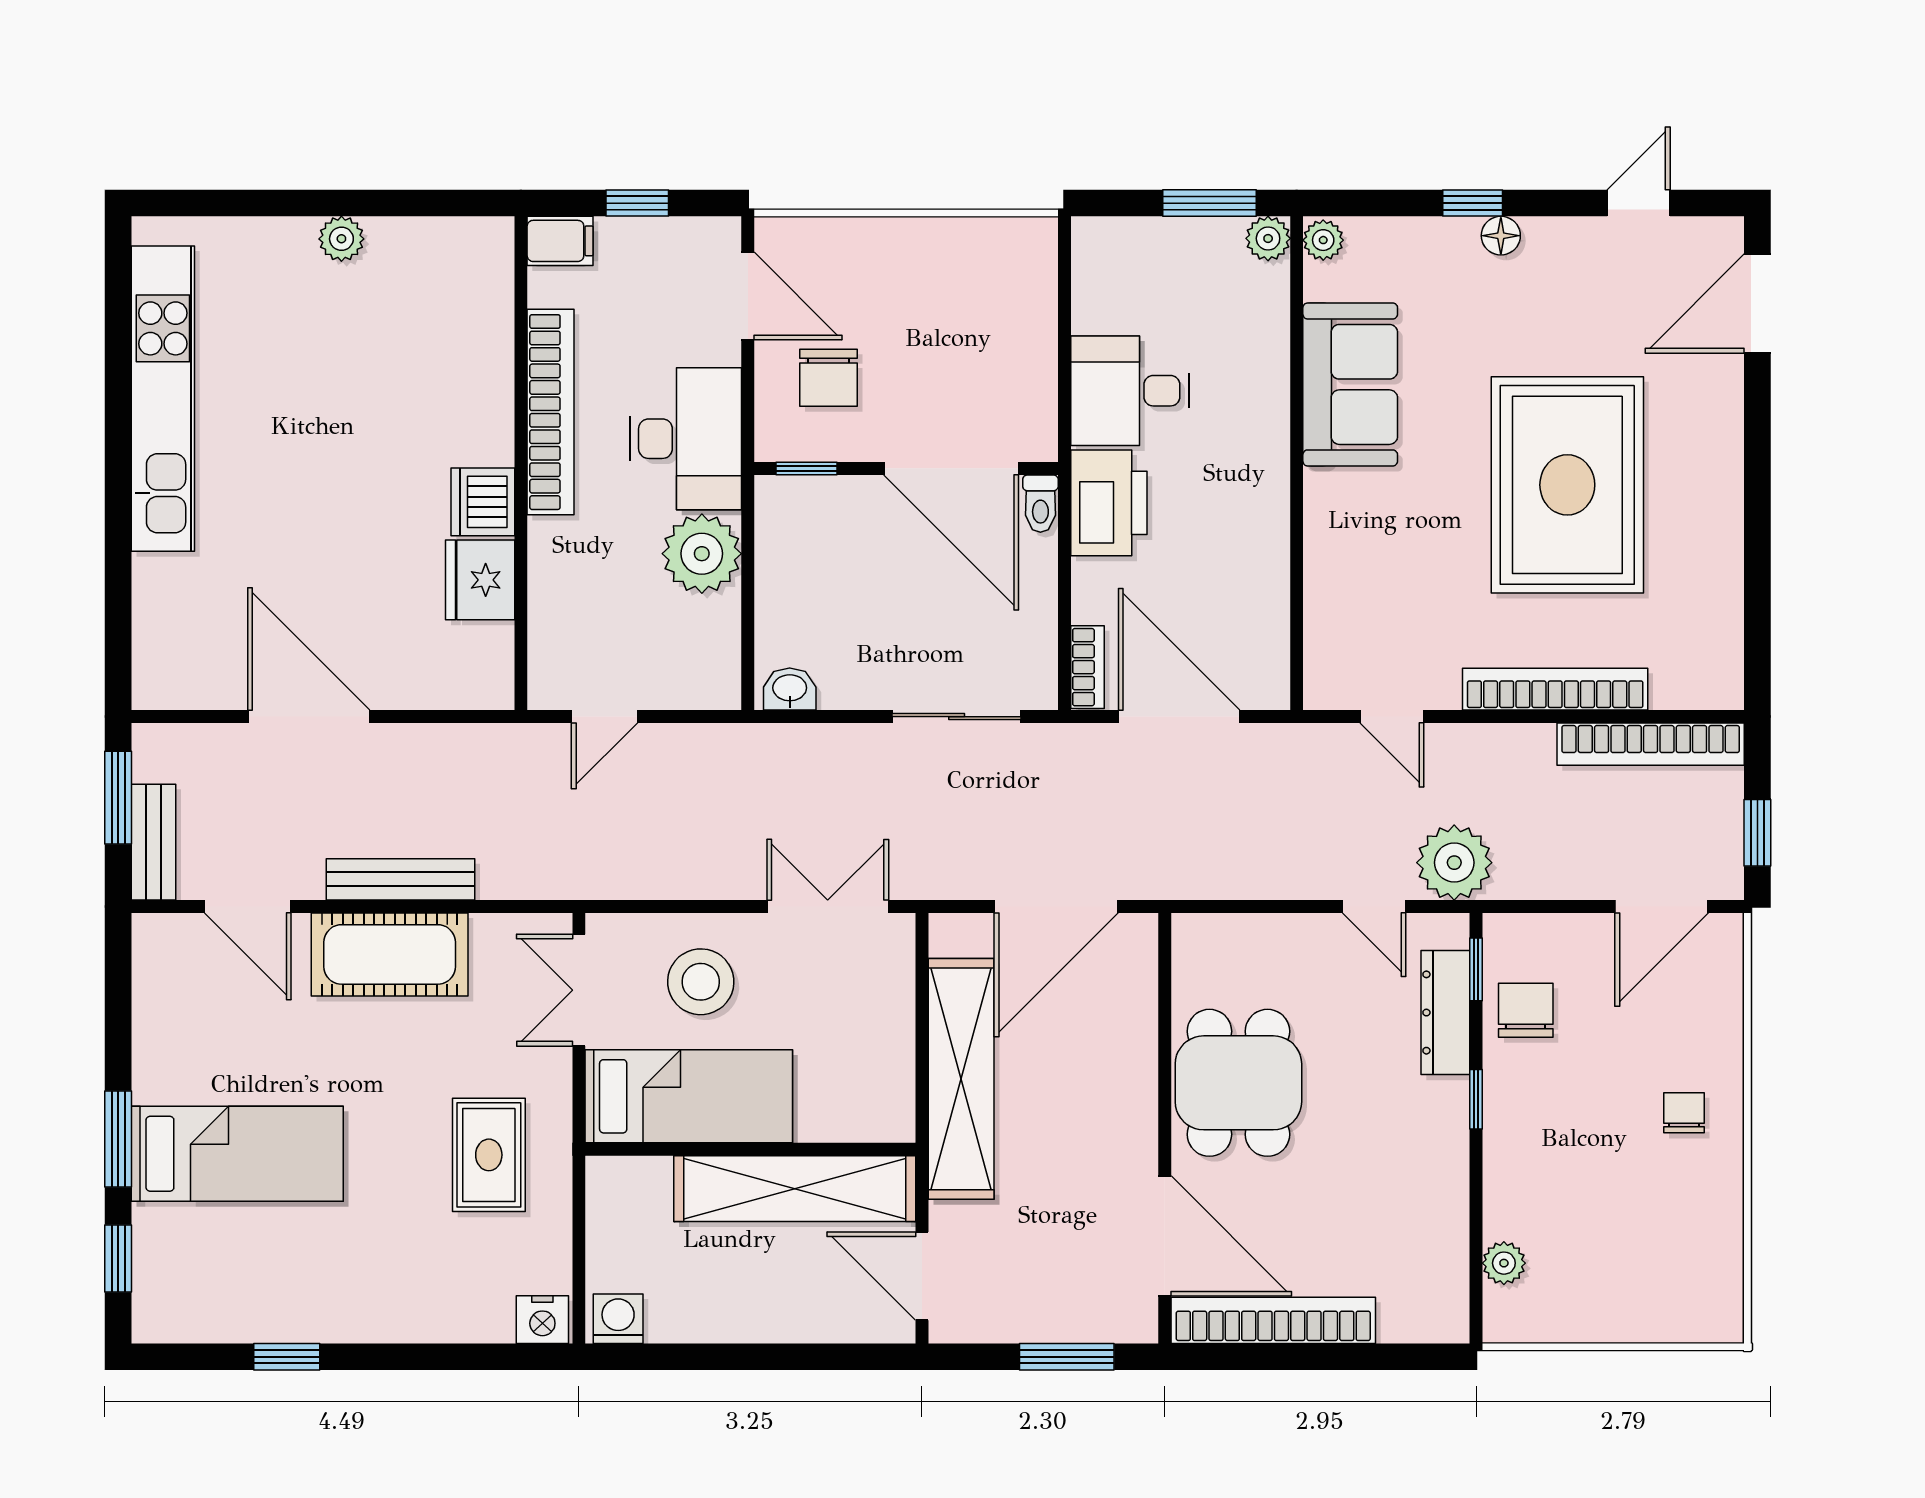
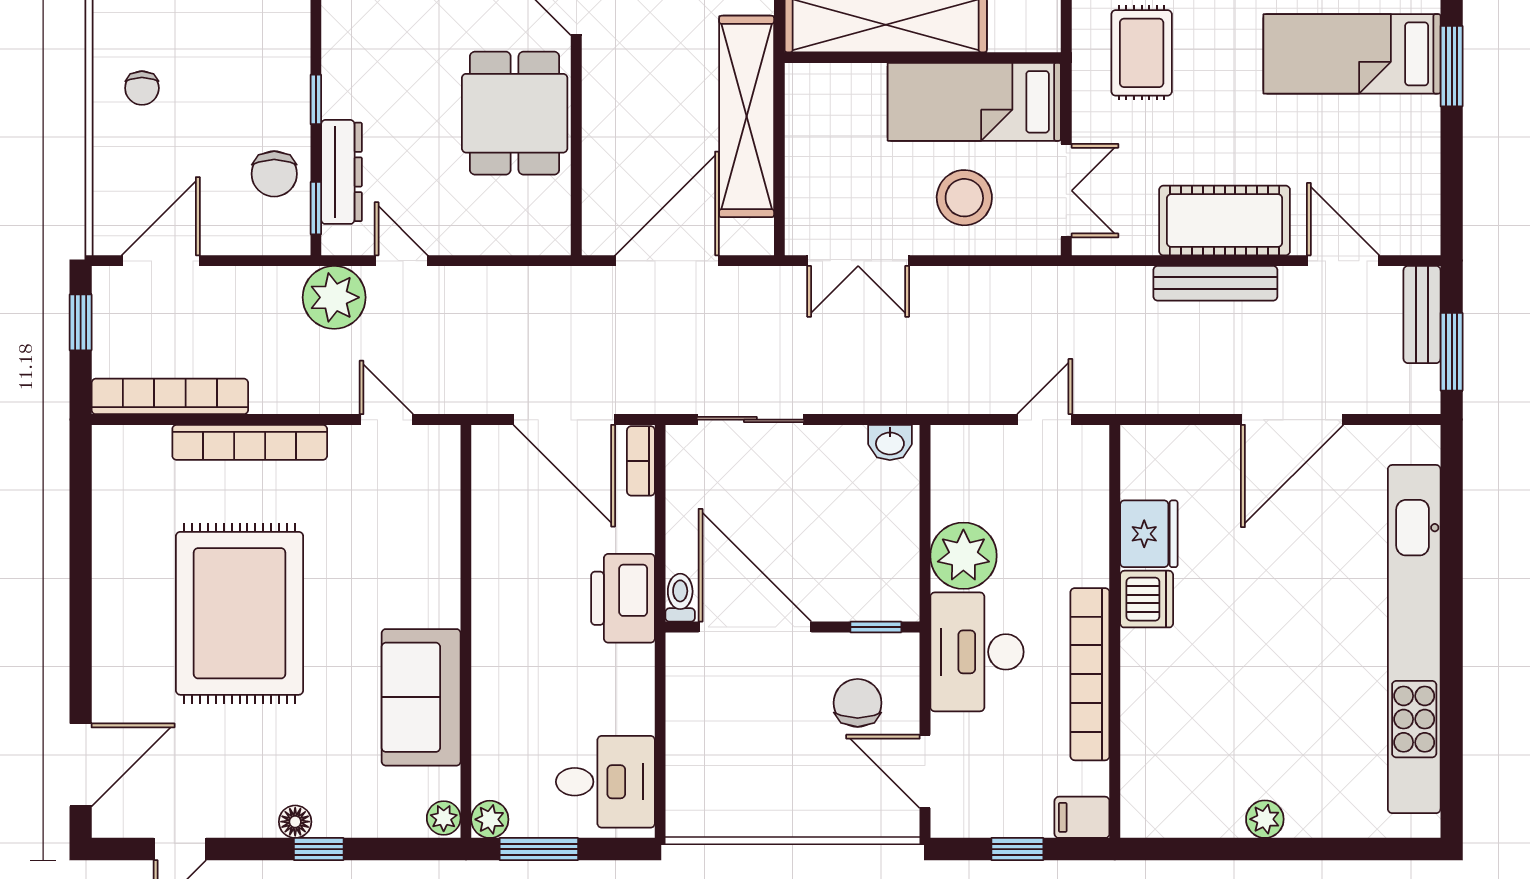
desk: (1130, 391) -> (605, 782), moved
kitchen unit: (163, 399) -> (1414, 639), width x1.36
door: (309, 717) -> (1292, 420), hinge flipped

